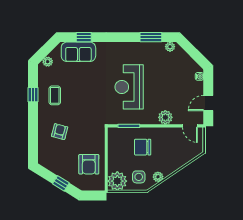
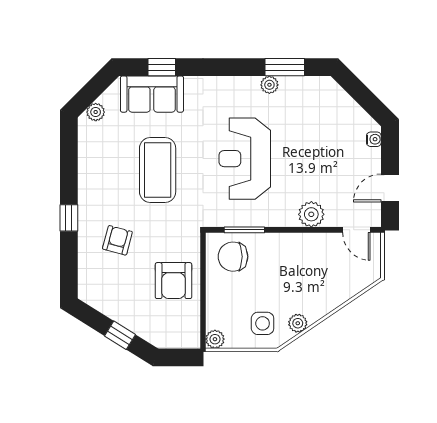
plant: (170, 47) -> (269, 85), moved
window: (33, 95) -> (69, 218), moved
coffee table: (55, 95) -> (158, 170), moved, width x1.86, depth x1.72
chair: (143, 147) -> (233, 257), moved
armchair: (89, 164) -> (173, 281), moved
plant: (117, 181) -> (215, 339), width x0.53, depth x0.53

